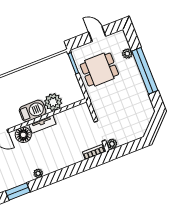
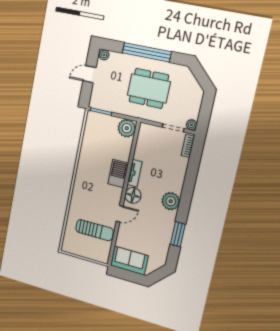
plant: (127, 54) -> (104, 55), moved
dining table: (99, 70) -> (149, 88), moved, width x1.37
plant: (53, 102) -> (127, 128), moved
plant: (38, 173) -> (171, 201), width x1.88, depth x1.88

